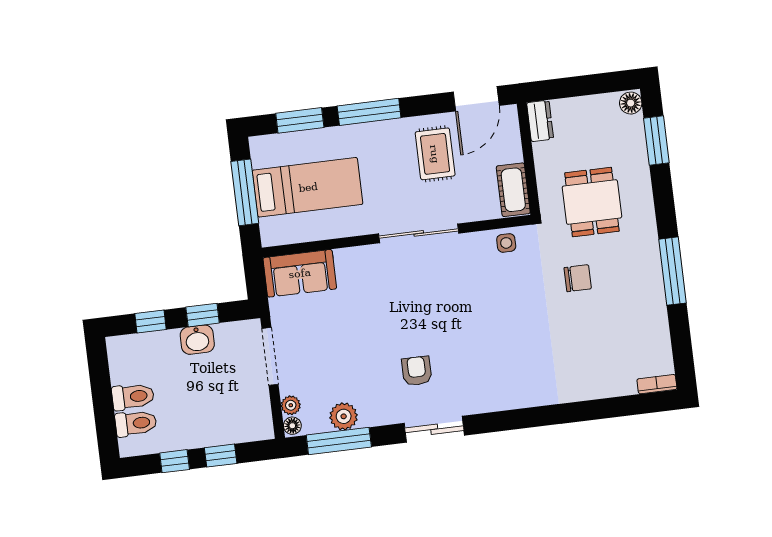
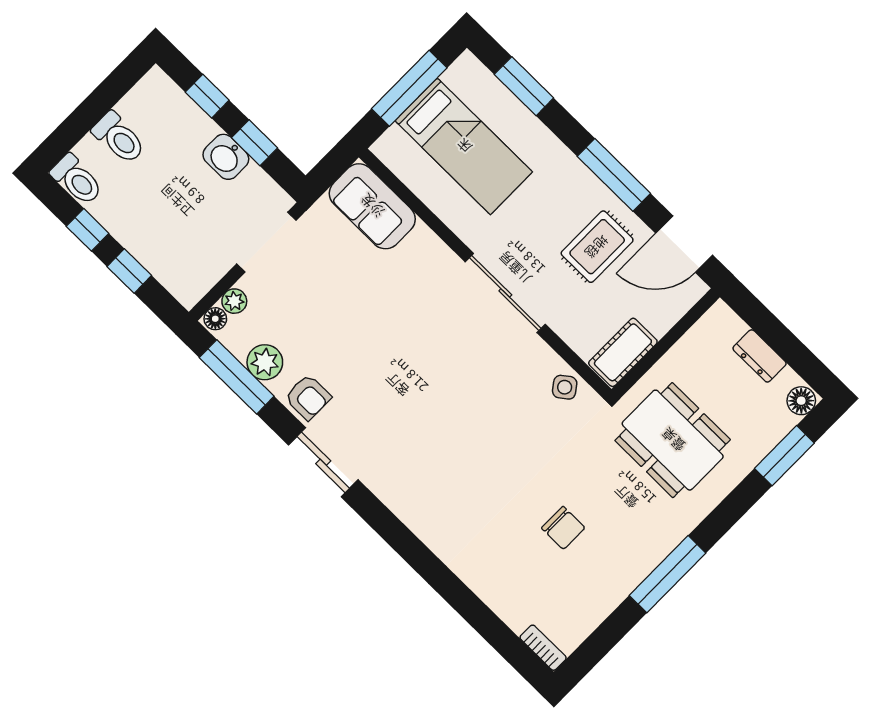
window: (369, 112) -> (614, 175), moved
dresser: (540, 121) -> (760, 356), moved, turned 90
dining table: (592, 202) -> (673, 440), width x1.38
side table: (506, 243) -> (565, 387), turned -37
chair: (578, 278) -> (563, 528), moved
armchair: (417, 371) -> (308, 397), moved, turned 90
toilet: (136, 423) -> (77, 180), moved

